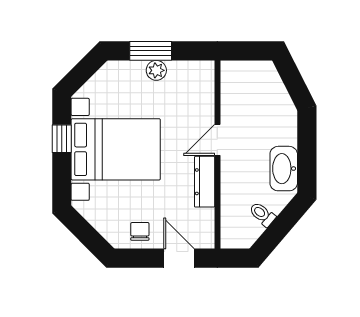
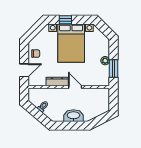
window: (151, 51) -> (114, 68), moved
window: (62, 139) -> (65, 20), moved
washbasin: (284, 169) -> (73, 116), moved

